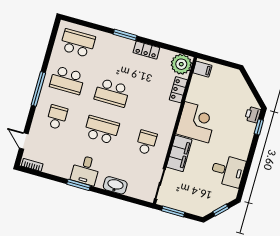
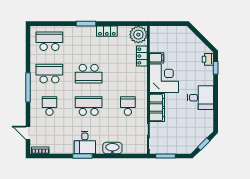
filing cabinet: (202, 69) -> (157, 58), moved
school desk: (67, 80) -> (49, 74), turned 180
desk: (228, 171) -> (201, 98), moved

